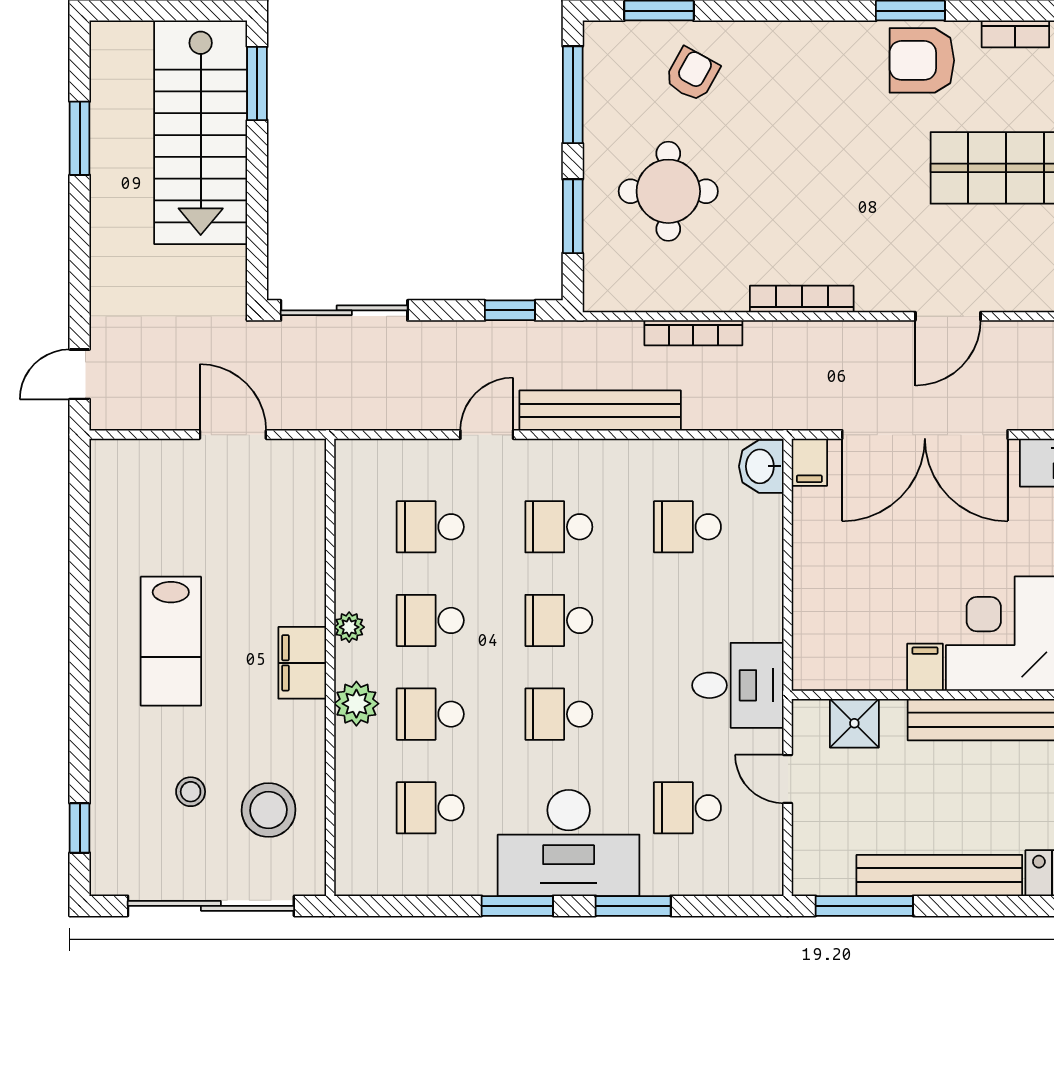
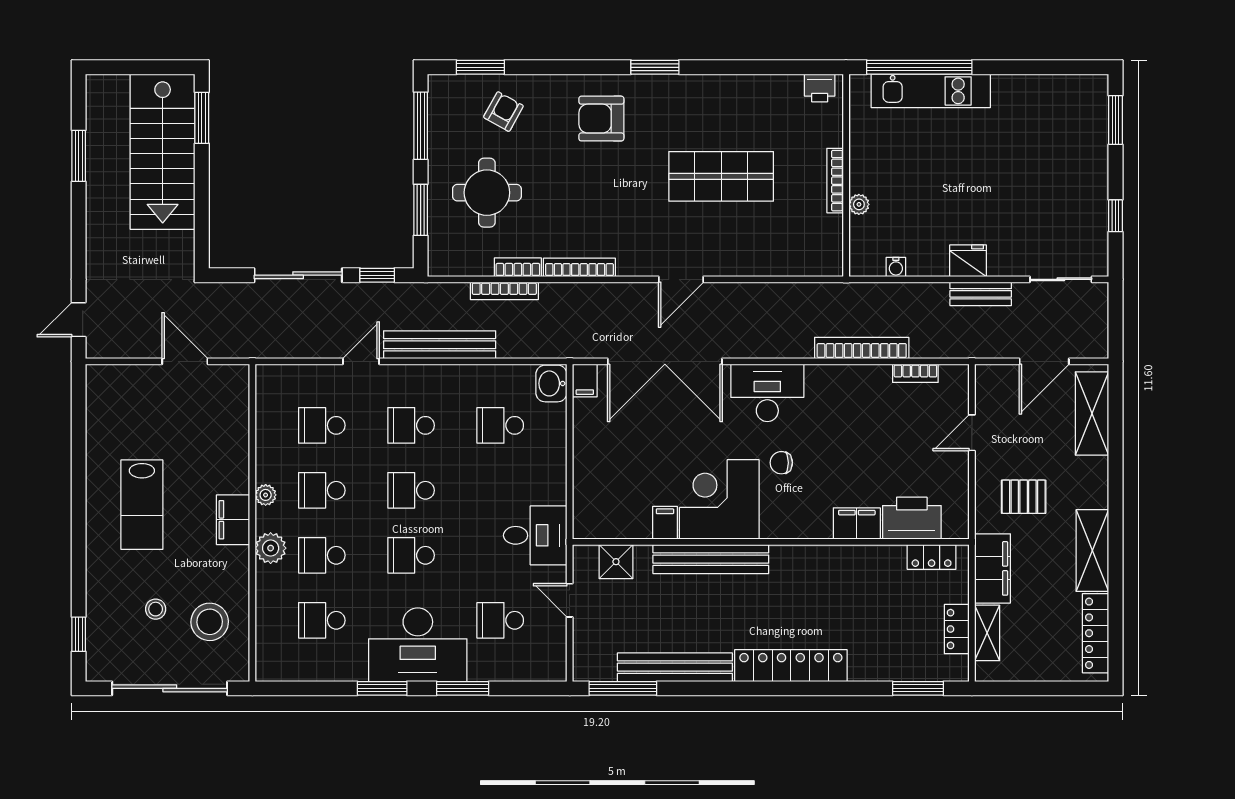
bookcase: (1015, 34) -> (518, 267), moved, turned 180
armchair: (922, 60) -> (601, 119), moved
sliding door: (344, 310) -> (298, 275), moved

